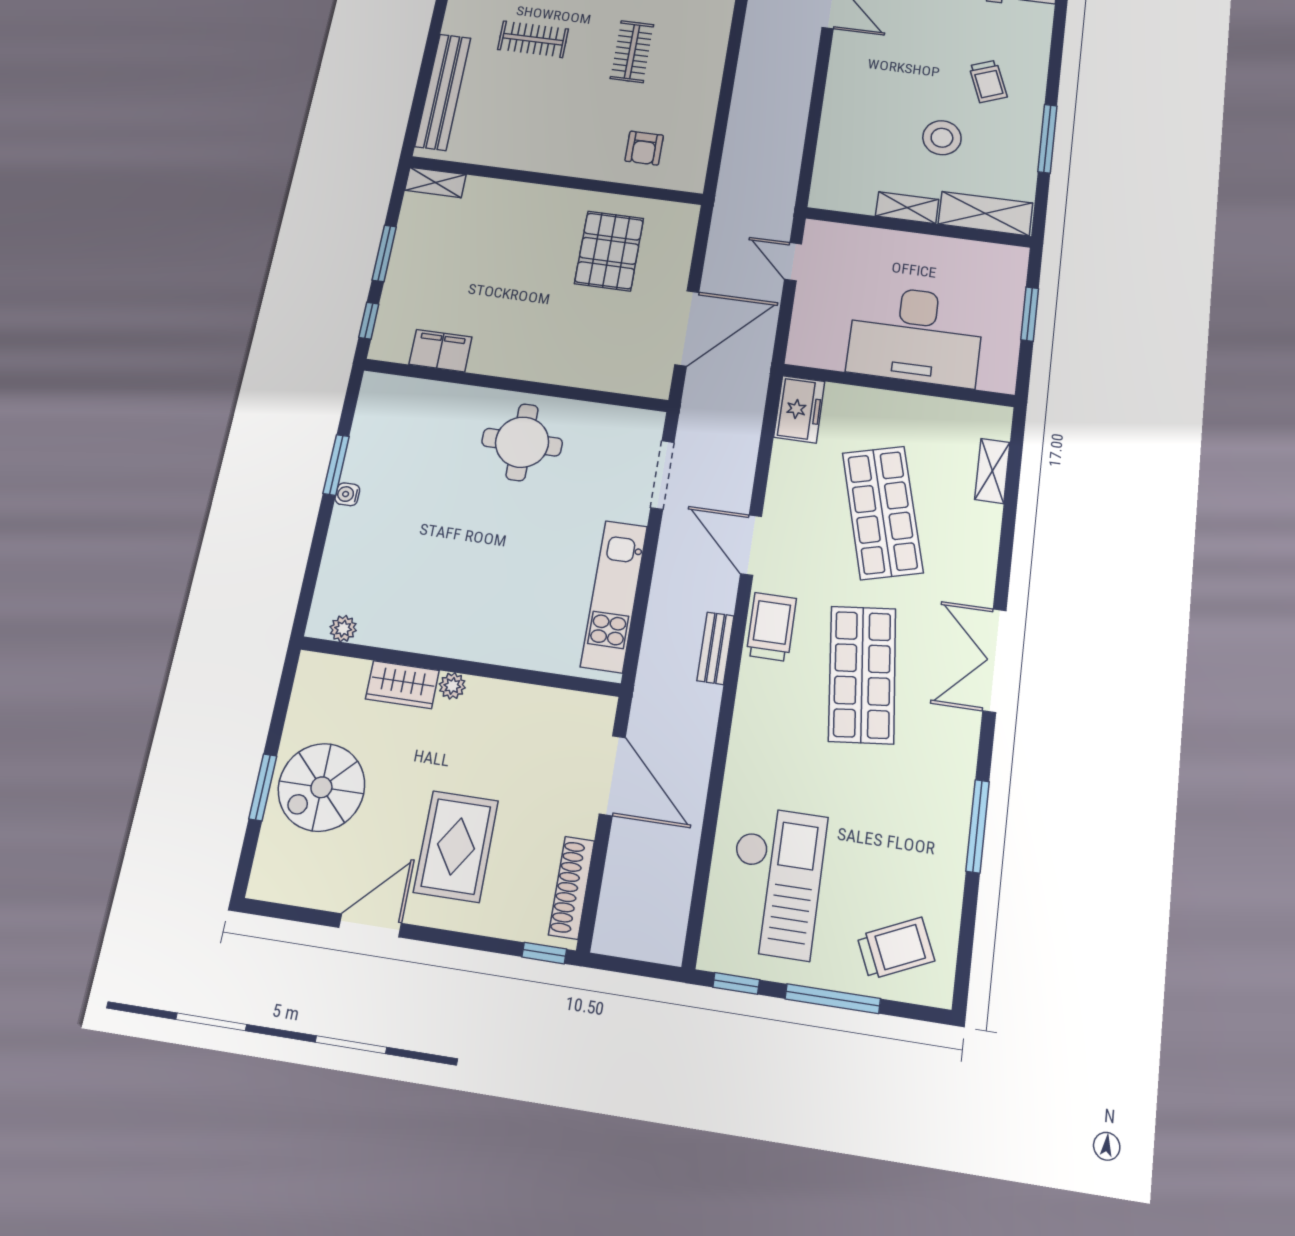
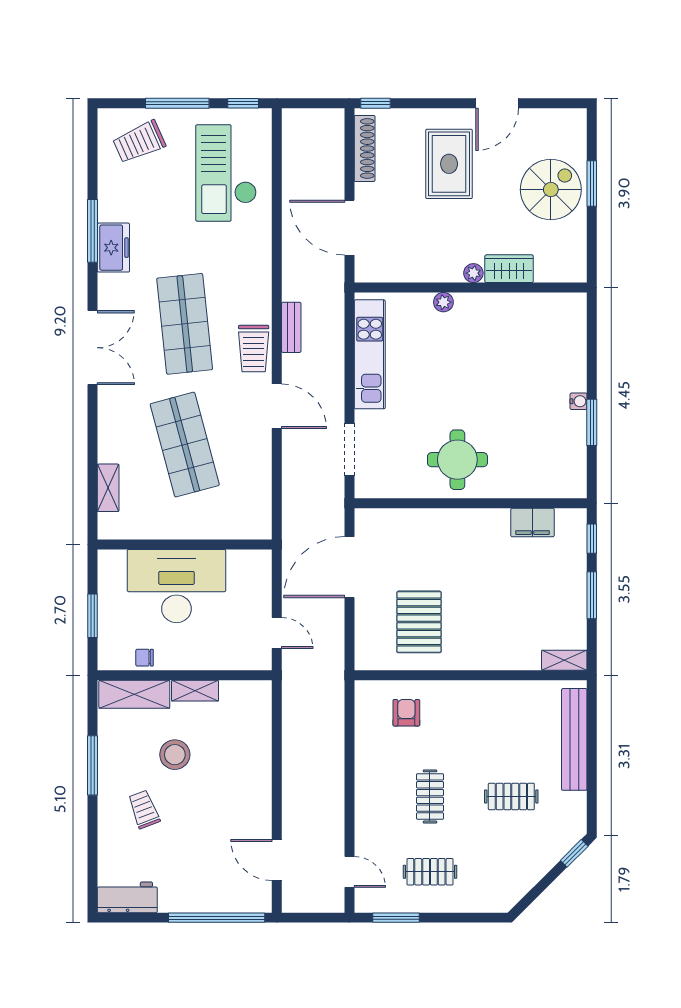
chair: (967, 255) -> (145, 658), added
freezer: (799, 409) -> (113, 248), moved, turned 180
plant: (343, 629) -> (443, 302), moved

